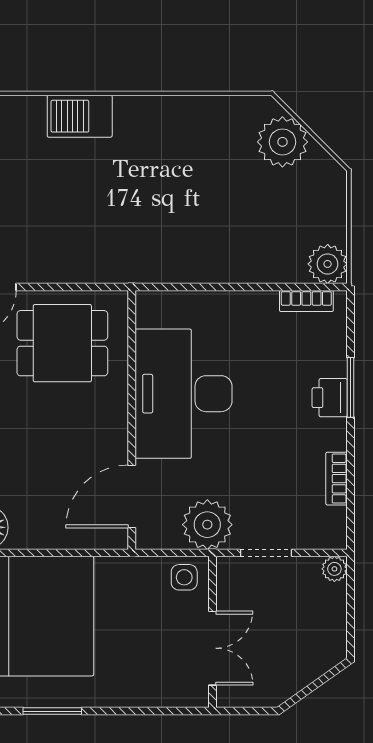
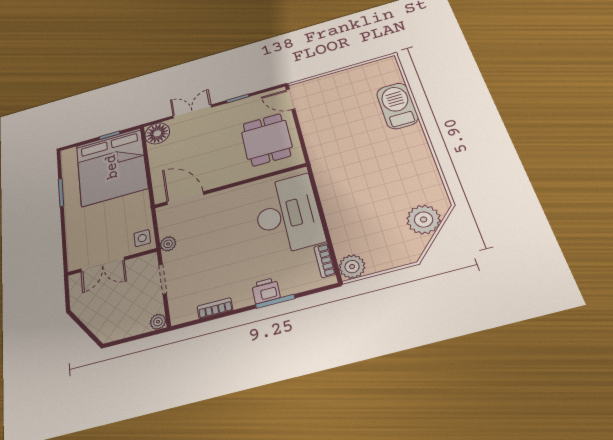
barbecue: (80, 116) -> (397, 106), width x1.37, depth x1.21
desk: (183, 394) -> (288, 214), moved, turned 90
plant: (207, 525) -> (168, 244), width x0.53, depth x0.53

